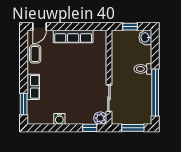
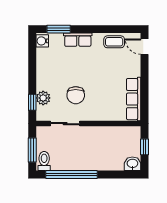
row of seats: (73, 36) -> (134, 99), moved
toilet: (143, 69) -> (44, 161), moved
chair: (83, 89) -> (76, 95), added
plant: (100, 118) -> (43, 98), moved
water cooler: (59, 119) -> (42, 41), moved

